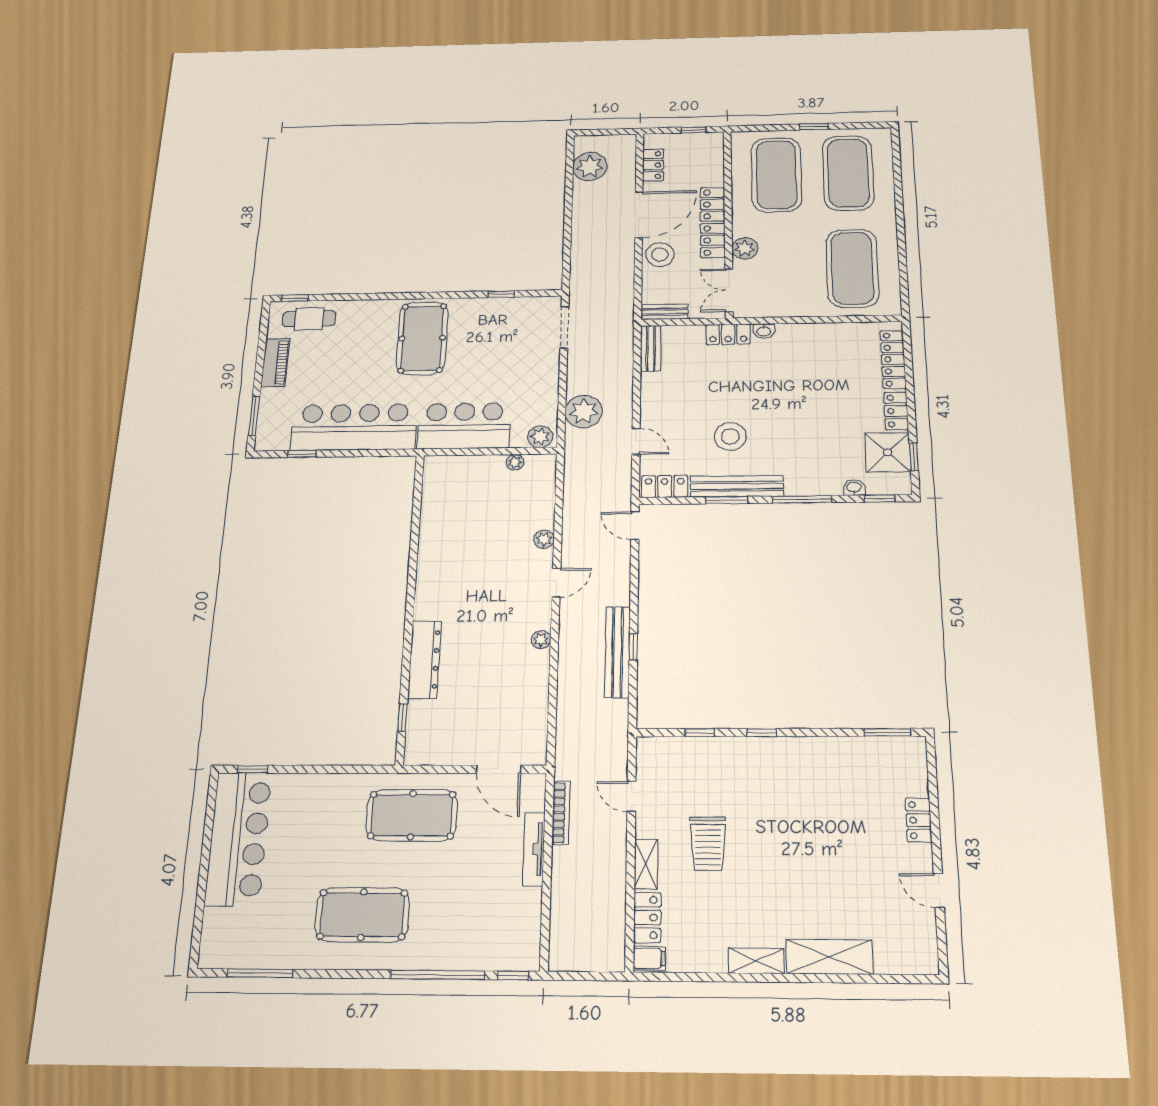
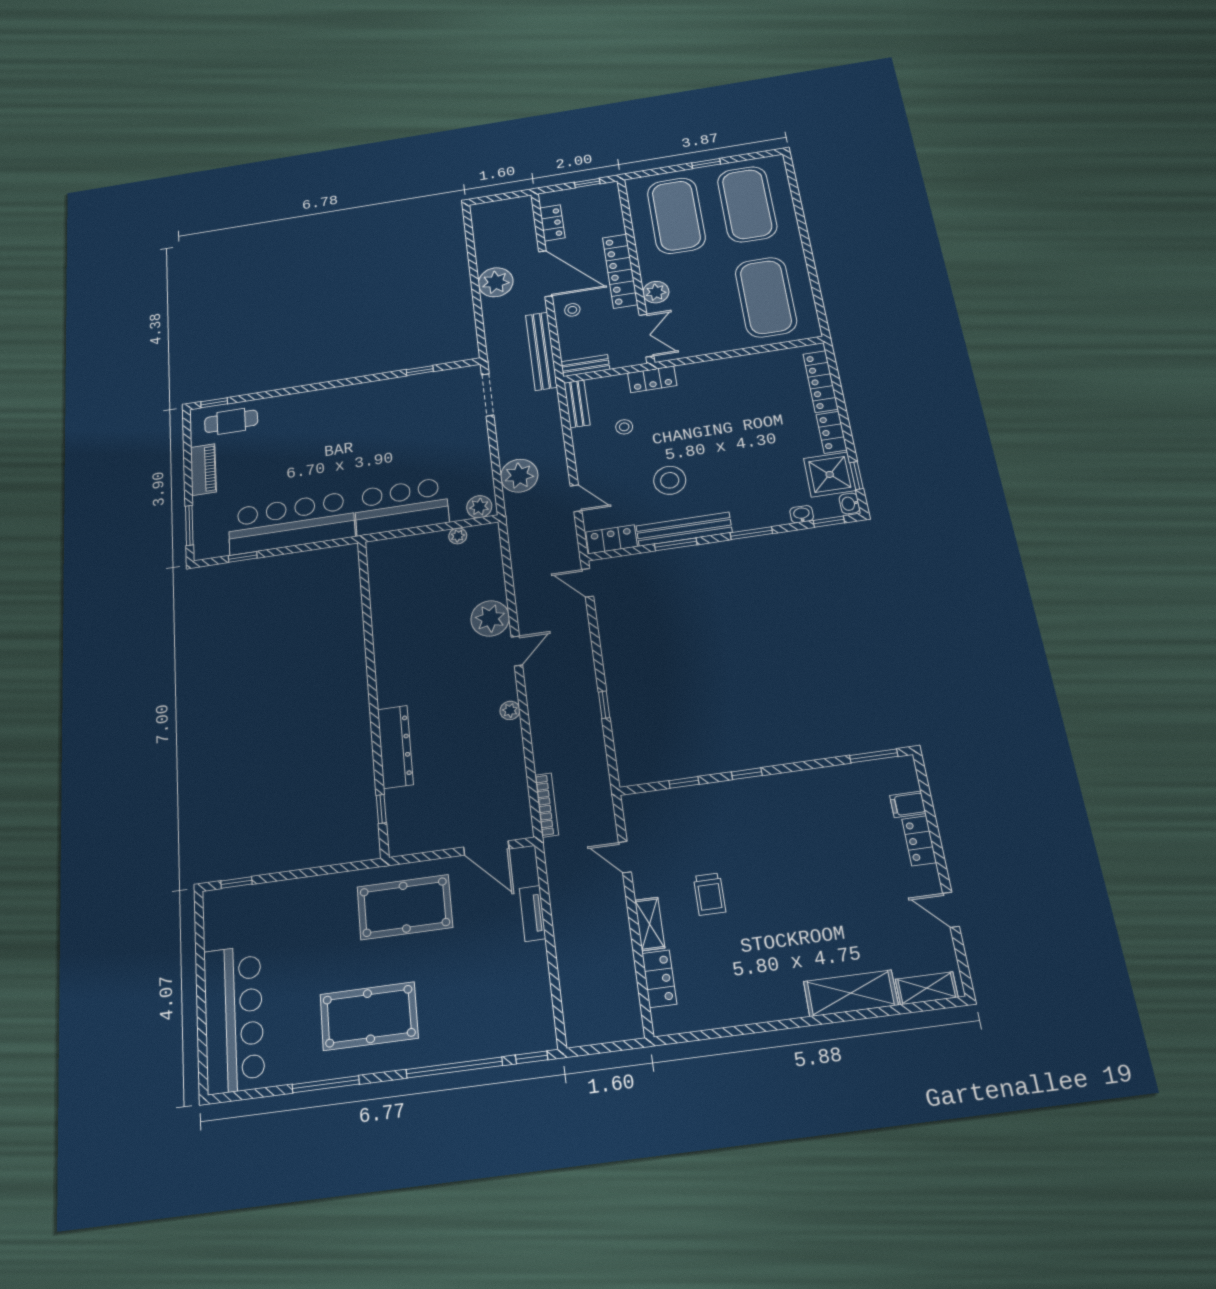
plant: (590, 167) -> (496, 282), moved
door: (639, 215) -> (545, 274), hinge flipped
stool: (660, 255) -> (572, 310), width x0.53, depth x0.53
double door: (729, 290) -> (646, 335), swing flipped
washbasin: (764, 331) -> (850, 504), moved, turned 90
pool table: (422, 338) -> (347, 425), removed
stool: (694, 378) -> (624, 427), added
window: (802, 499) -> (751, 533), width x0.69
plant: (544, 539) -> (490, 618), width x1.87, depth x1.87
bench: (617, 652) -> (541, 351), moved
bookcase: (561, 813) -> (547, 805), moved
bar counter: (238, 839) -> (234, 1019), moved
trolley: (708, 843) -> (709, 894), width x0.73, depth x0.72
tv unit: (534, 849) -> (532, 913), width x0.71
filing cabinet: (649, 958) -> (908, 804), moved, turned 180
shelving: (756, 961) -> (927, 988), moved
window: (260, 973) -> (326, 1084), moved

